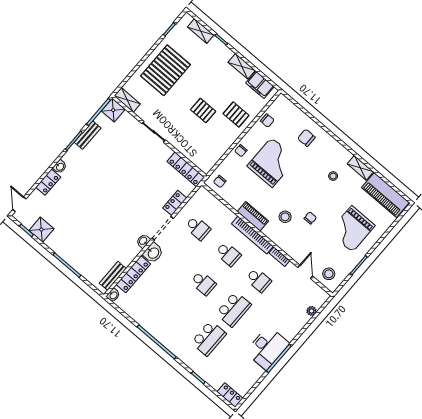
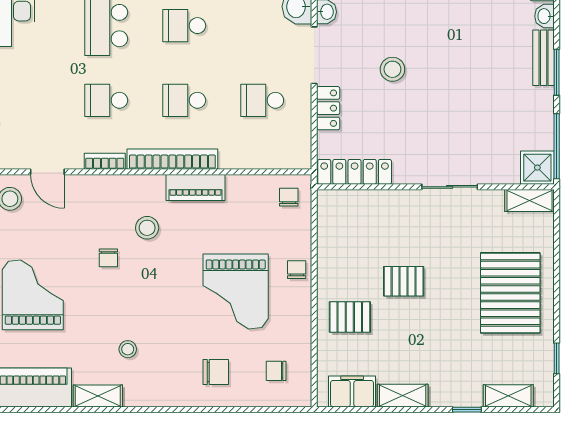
chair: (267, 121) -> (276, 371), moved
bench: (88, 135) -> (544, 58), moved
stool: (137, 197) -> (392, 69), added

